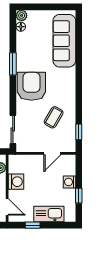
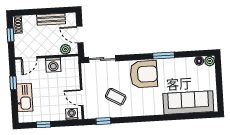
washing machine: (69, 182) -> (72, 114), moved

